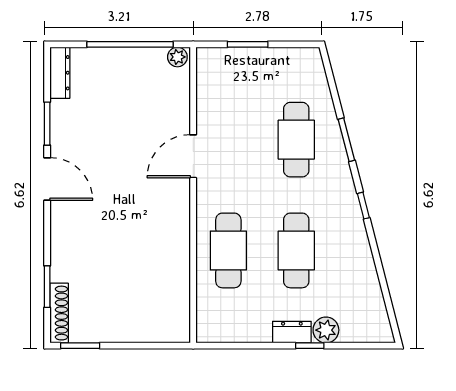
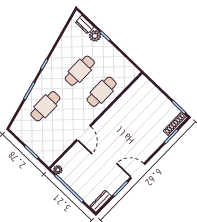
door: (193, 156) -> (84, 133), hinge flipped
door: (47, 179) -> (138, 171), hinge flipped
dresser: (292, 332) -> (85, 25), moved

